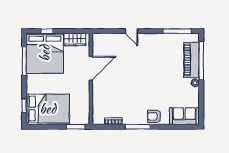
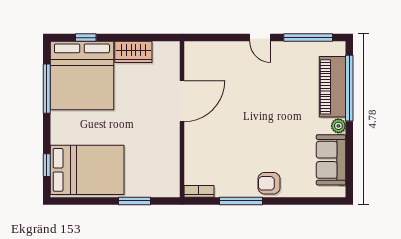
door: (131, 31) -> (260, 38), moved
door: (91, 68) -> (182, 101), moved
wall: (91, 79) -> (182, 119), moved
sofa: (184, 116) -> (331, 160), moved, turned -90

